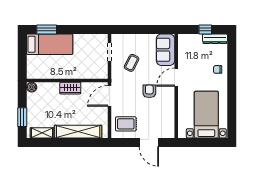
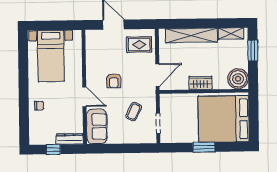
window: (47, 29) -> (204, 147), moved
dresser: (215, 39) -> (70, 139), moved
bed: (50, 44) -> (224, 119), width x2.04
door: (176, 77) -> (84, 97), hinge flipped
boiler: (32, 87) -> (238, 79), width x1.86, depth x1.86

